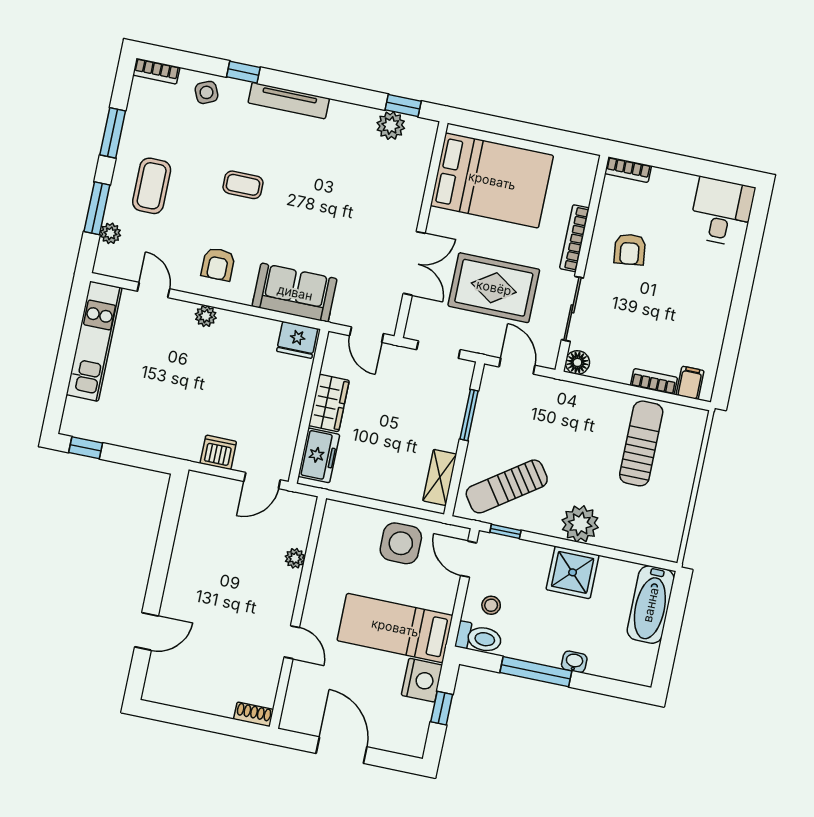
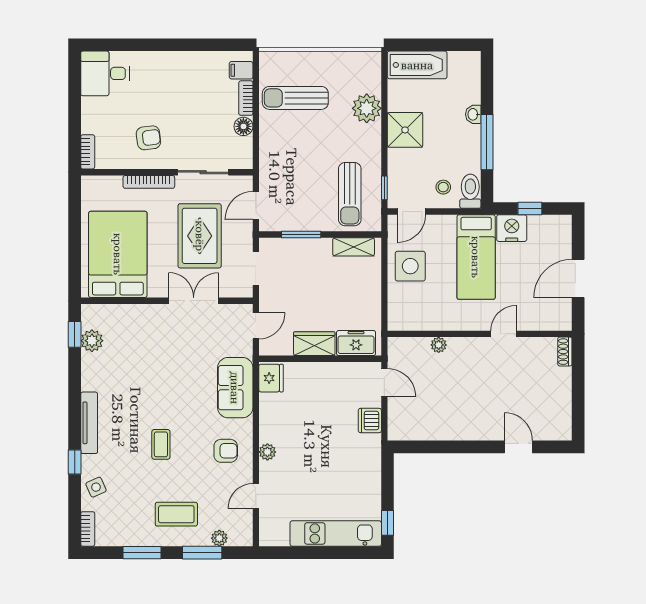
kitchen unit: (94, 341) -> (336, 533), moved
floor lamp: (577, 362) -> (243, 126), moved
sun lounger: (507, 486) -> (350, 194), turned 35
plant: (580, 524) -> (367, 108), moved

